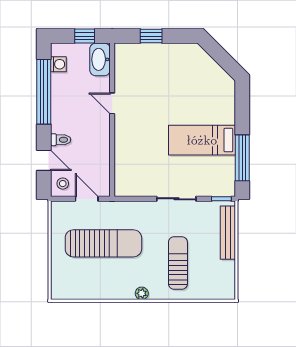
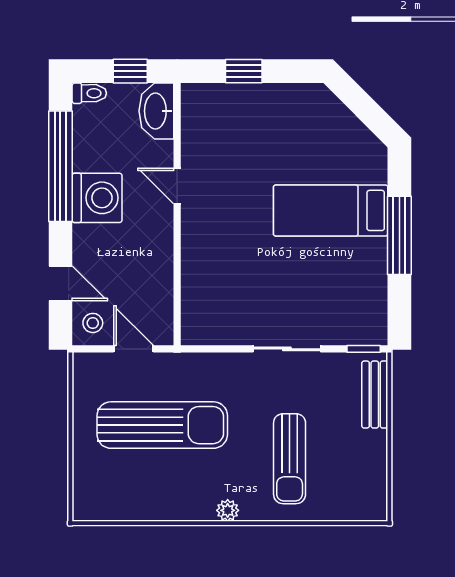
washing machine: (58, 64) -> (97, 198), moved, width x1.89, depth x1.89
toilet: (61, 140) -> (89, 93), moved
bed: (202, 140) -> (331, 210), moved
window: (242, 158) -> (399, 235), moved
bench: (228, 233) -> (375, 395), width x0.73
sun lounger: (178, 263) -> (290, 459), turned 180

